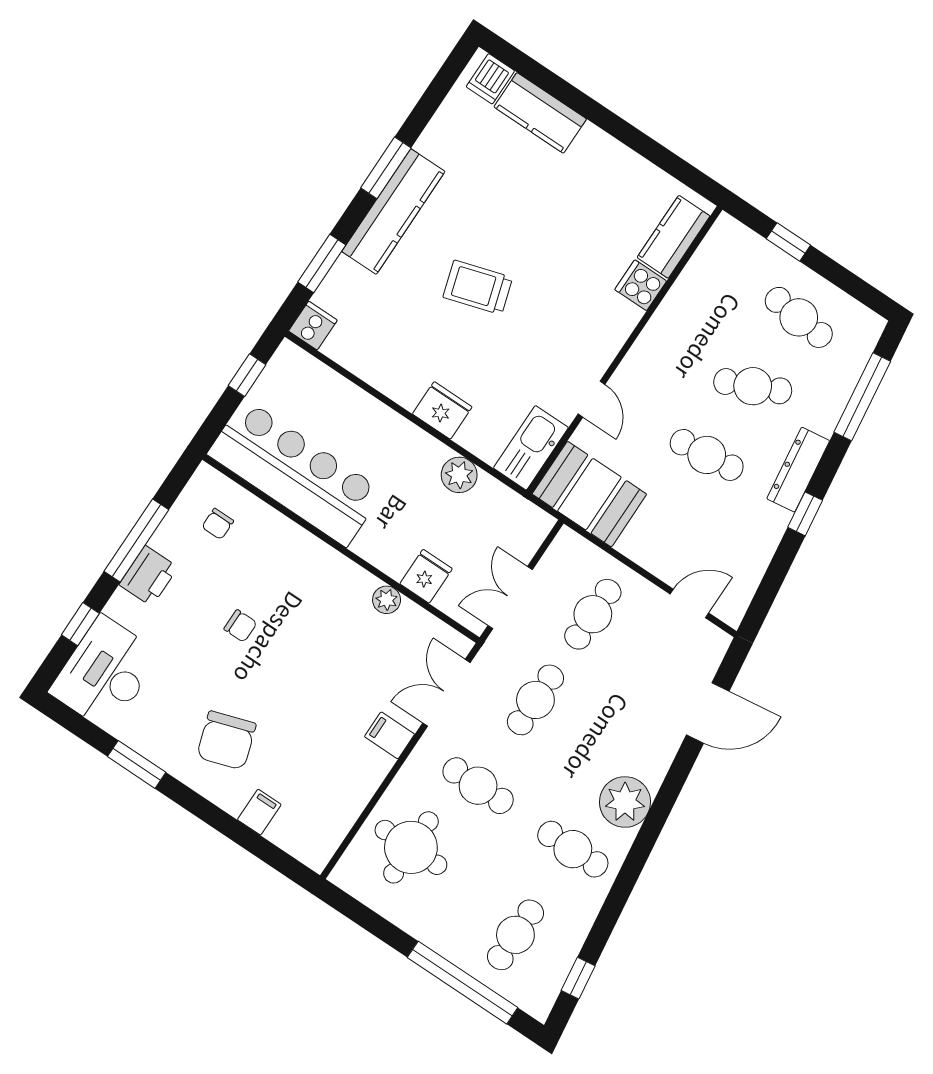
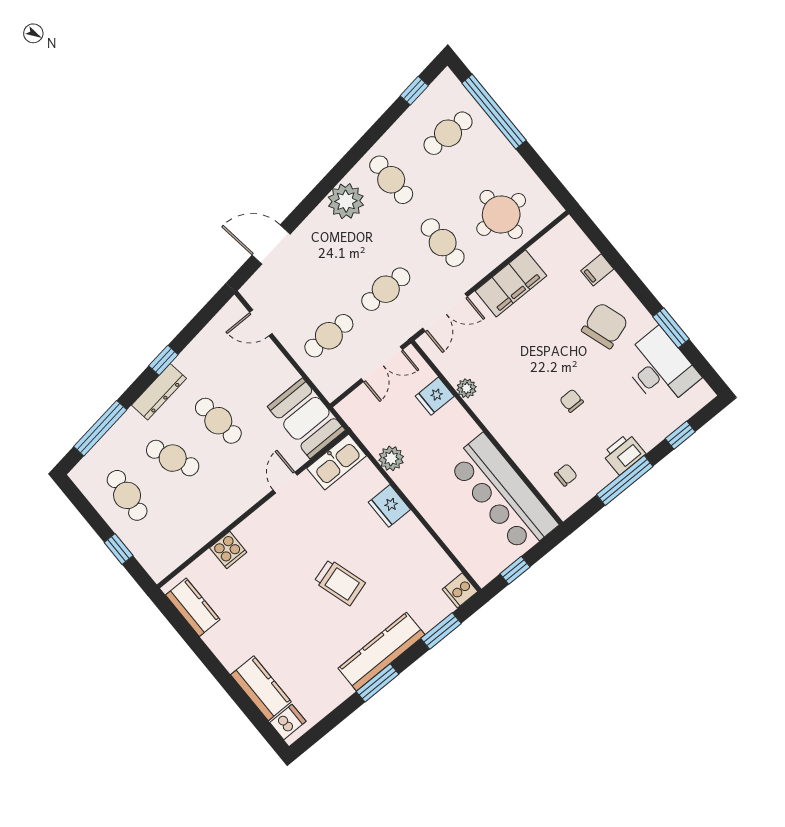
kitchen counter: (674, 237) -> (193, 607), moved, turned -90
desk: (105, 673) -> (660, 368), moved, turned -90
filing cabinet: (390, 735) -> (511, 283), width x3.00, depth x1.17

